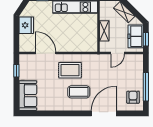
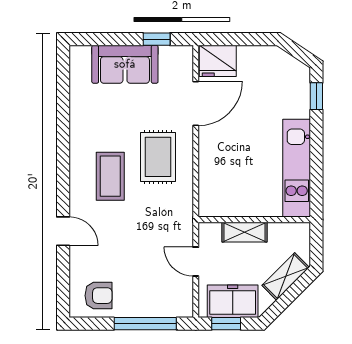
fridge: (26, 25) -> (218, 61), moved
window: (146, 87) -> (145, 324), moved
sofa: (28, 96) -> (125, 64), moved
door: (104, 113) -> (63, 231), width x0.53

